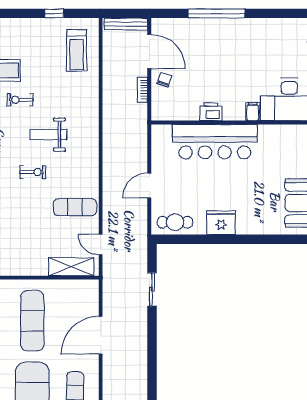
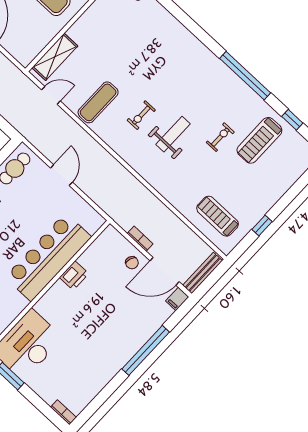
filing cabinet: (253, 112) -> (177, 299), moved, turned 90
exercise bike: (33, 172) -> (141, 115), moved

